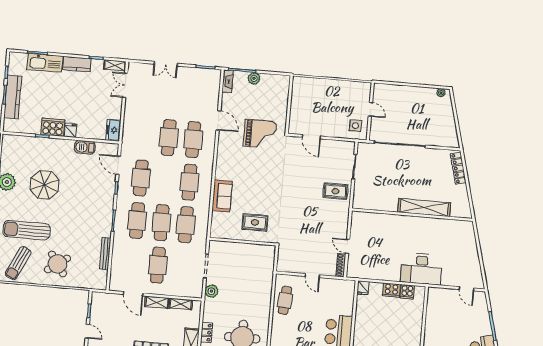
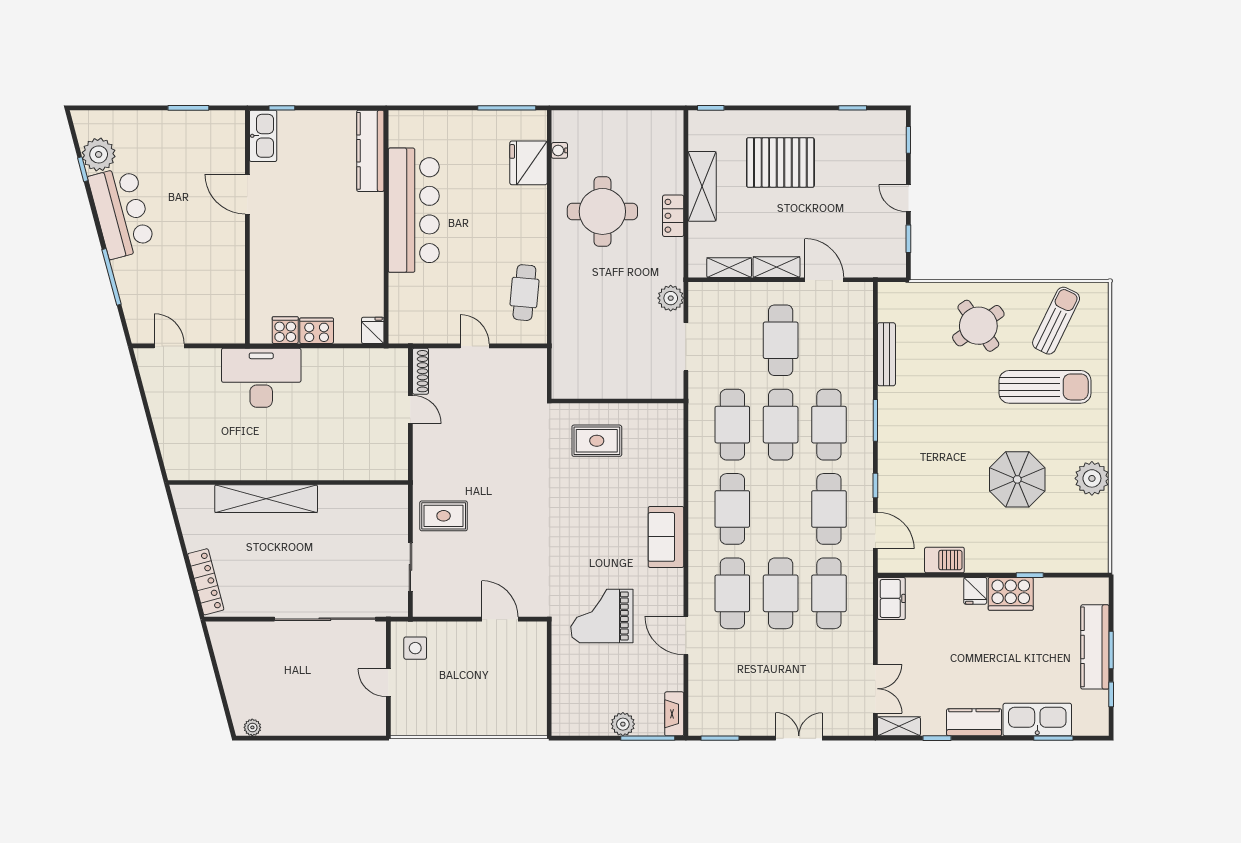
cafe table: (144, 135) -> (829, 593), added
sofa: (222, 196) -> (666, 537), moved

